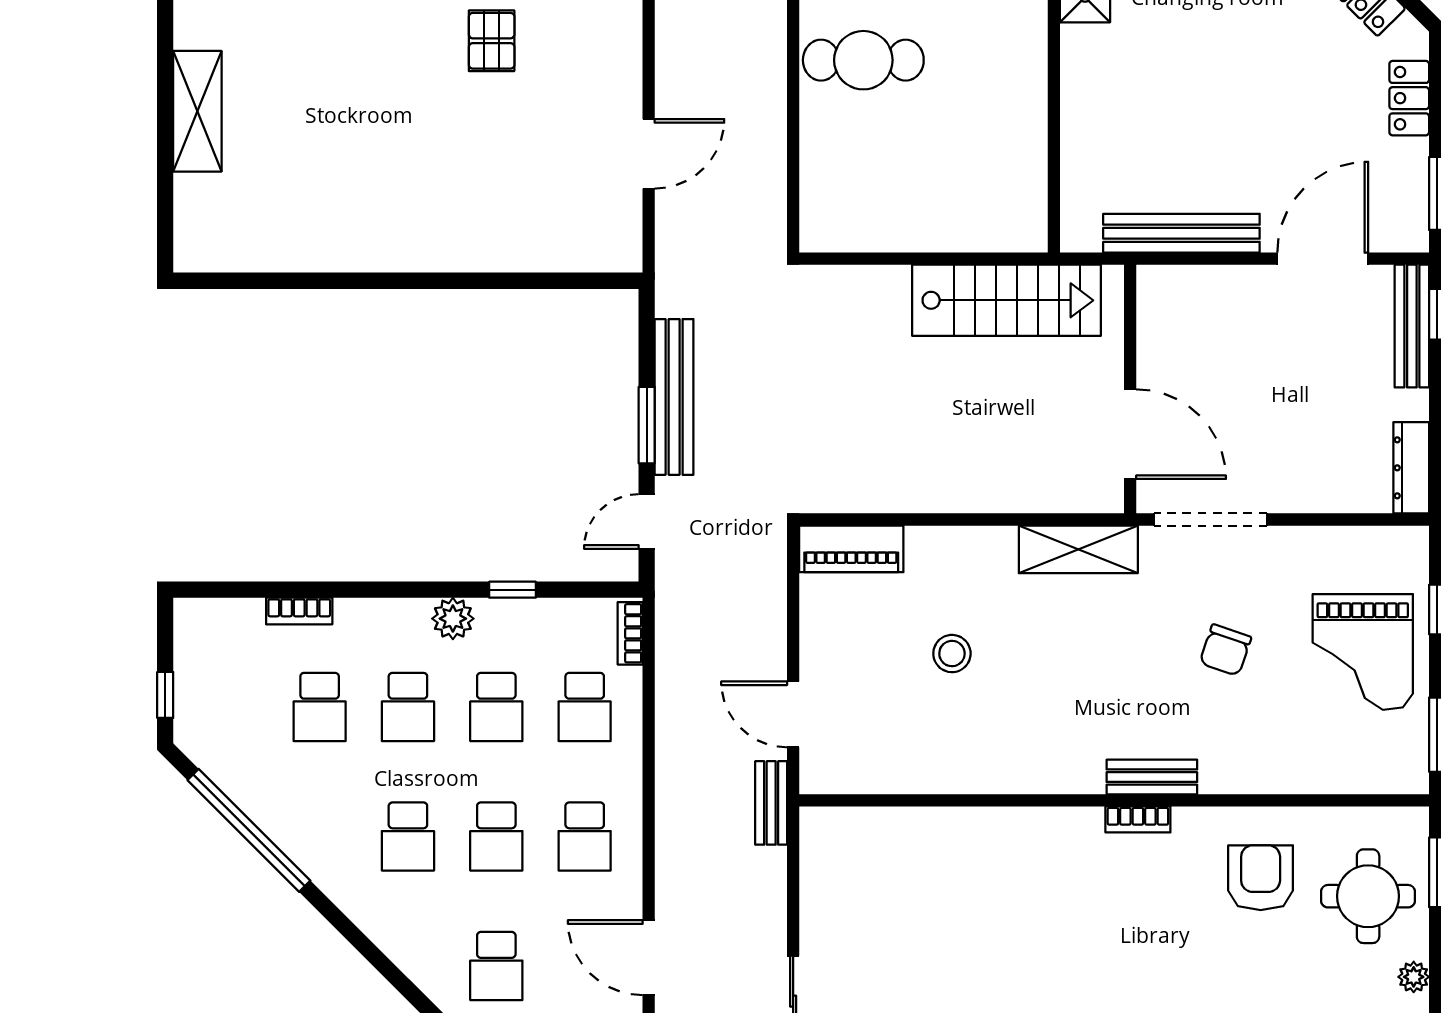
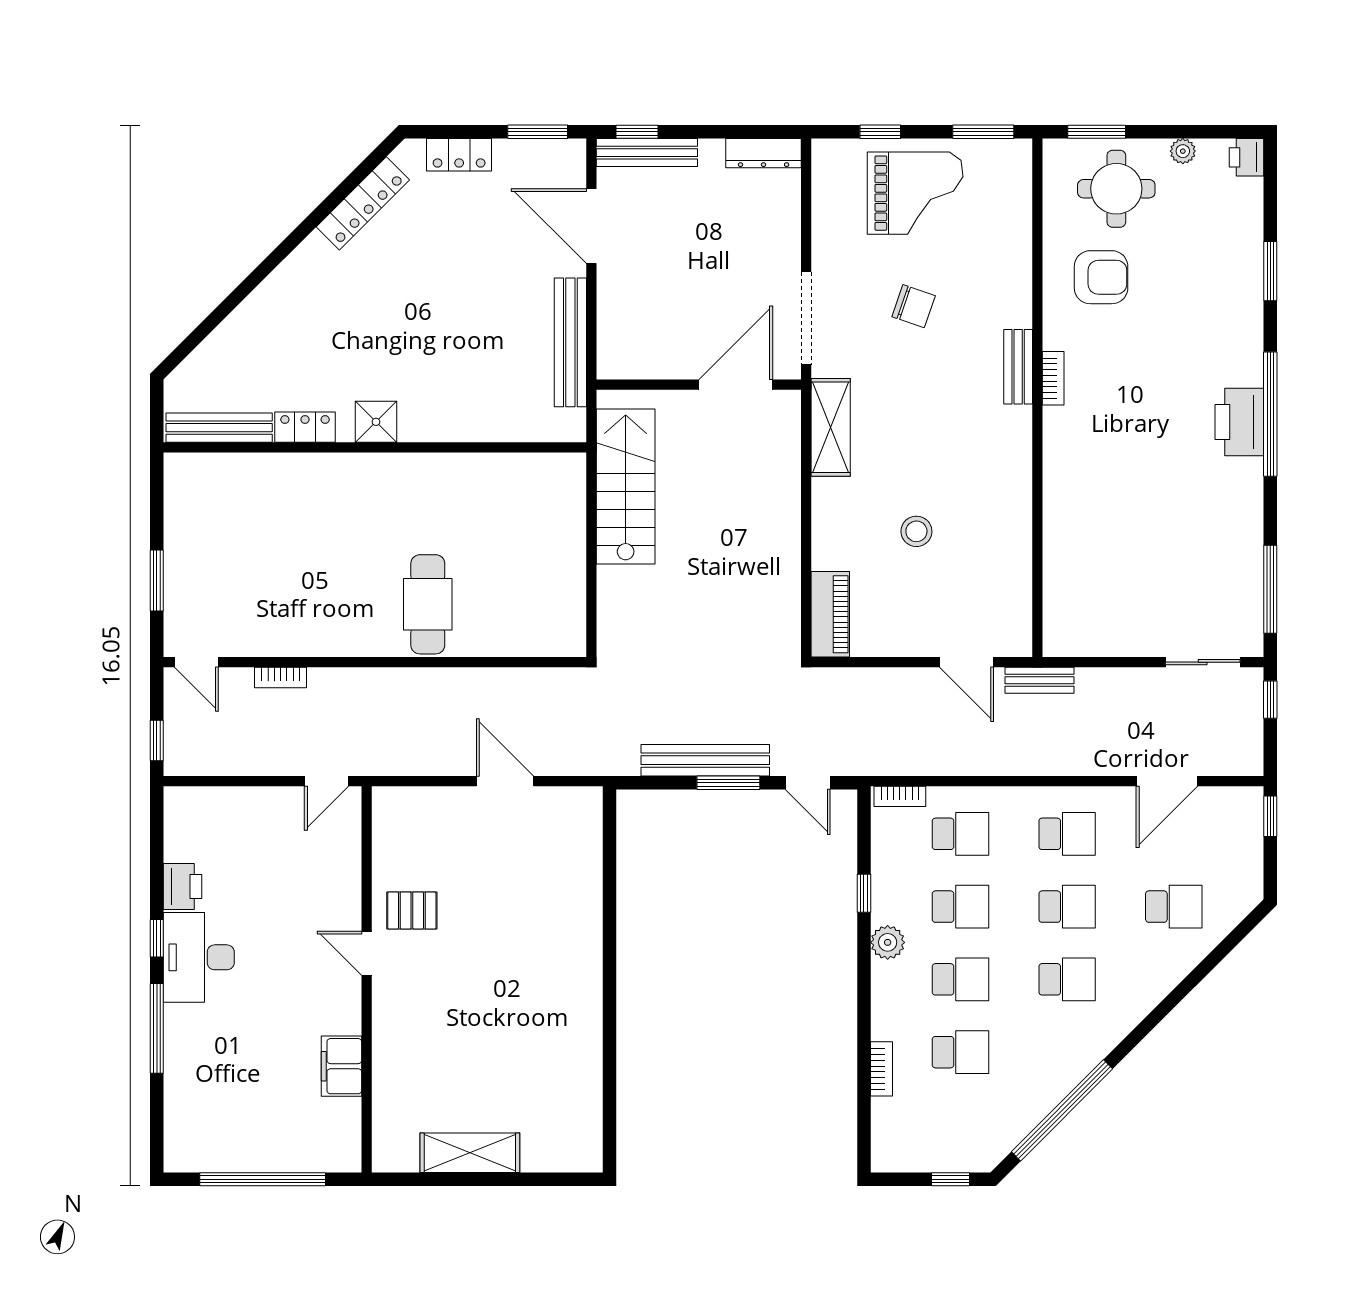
door: (793, 714) -> (967, 662), hinge flipped
armchair: (1261, 878) -> (1101, 277), turned 180

